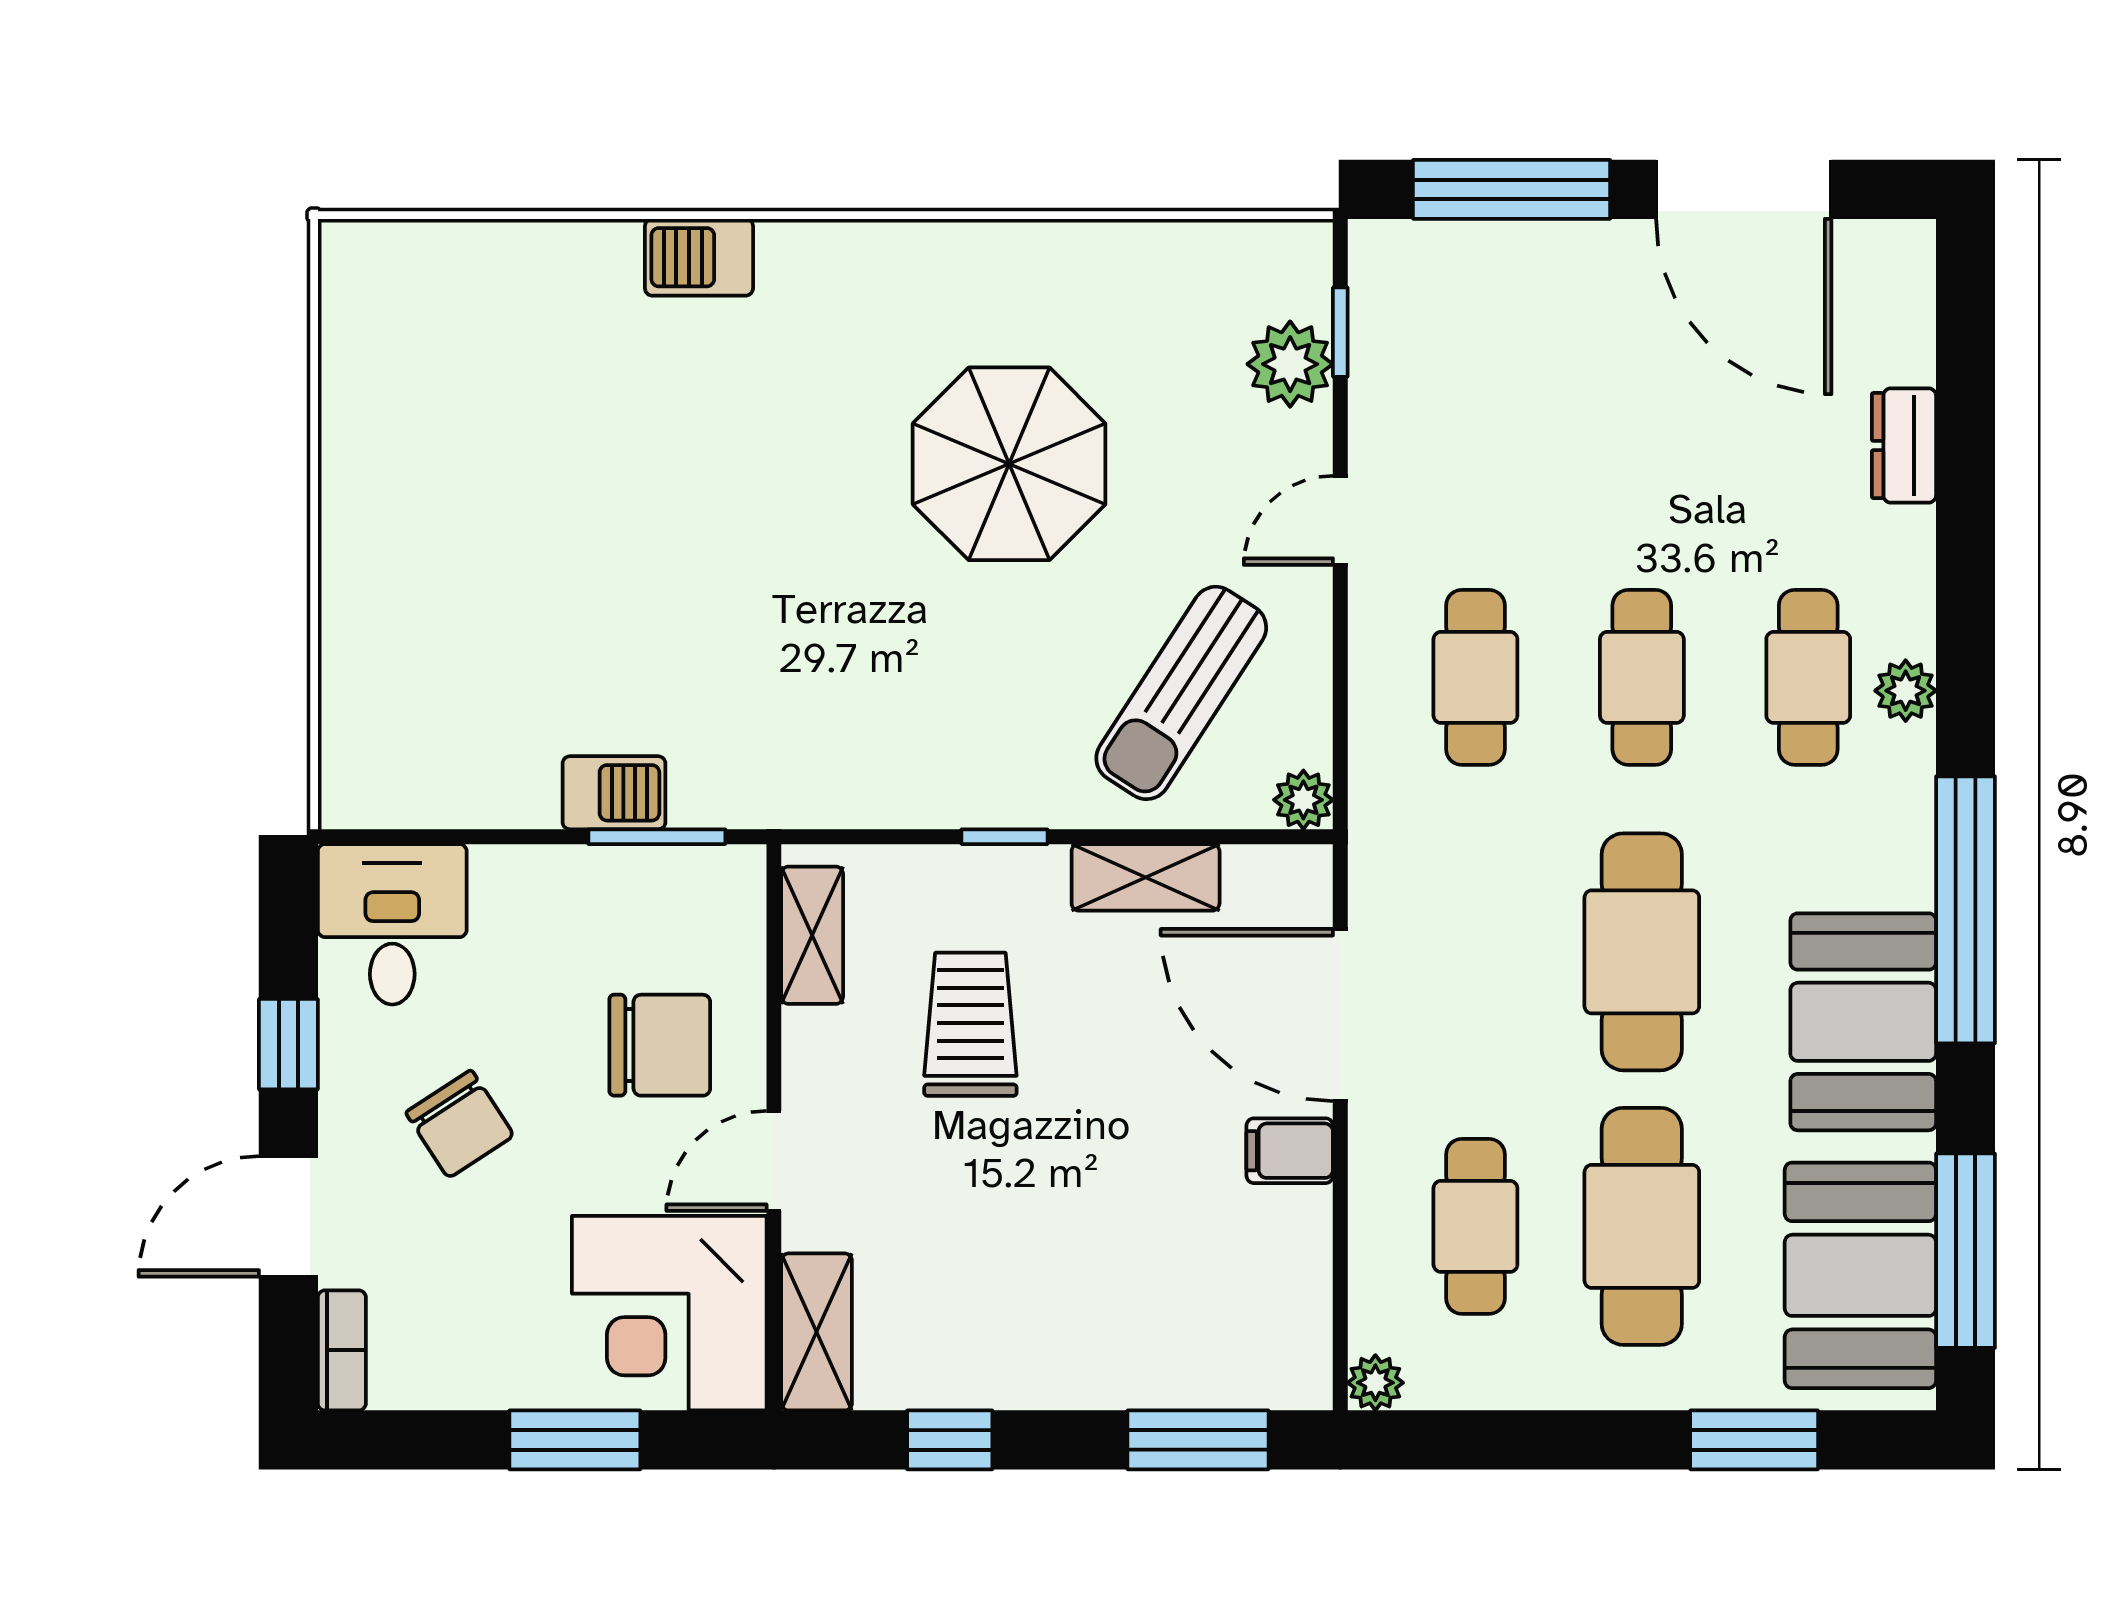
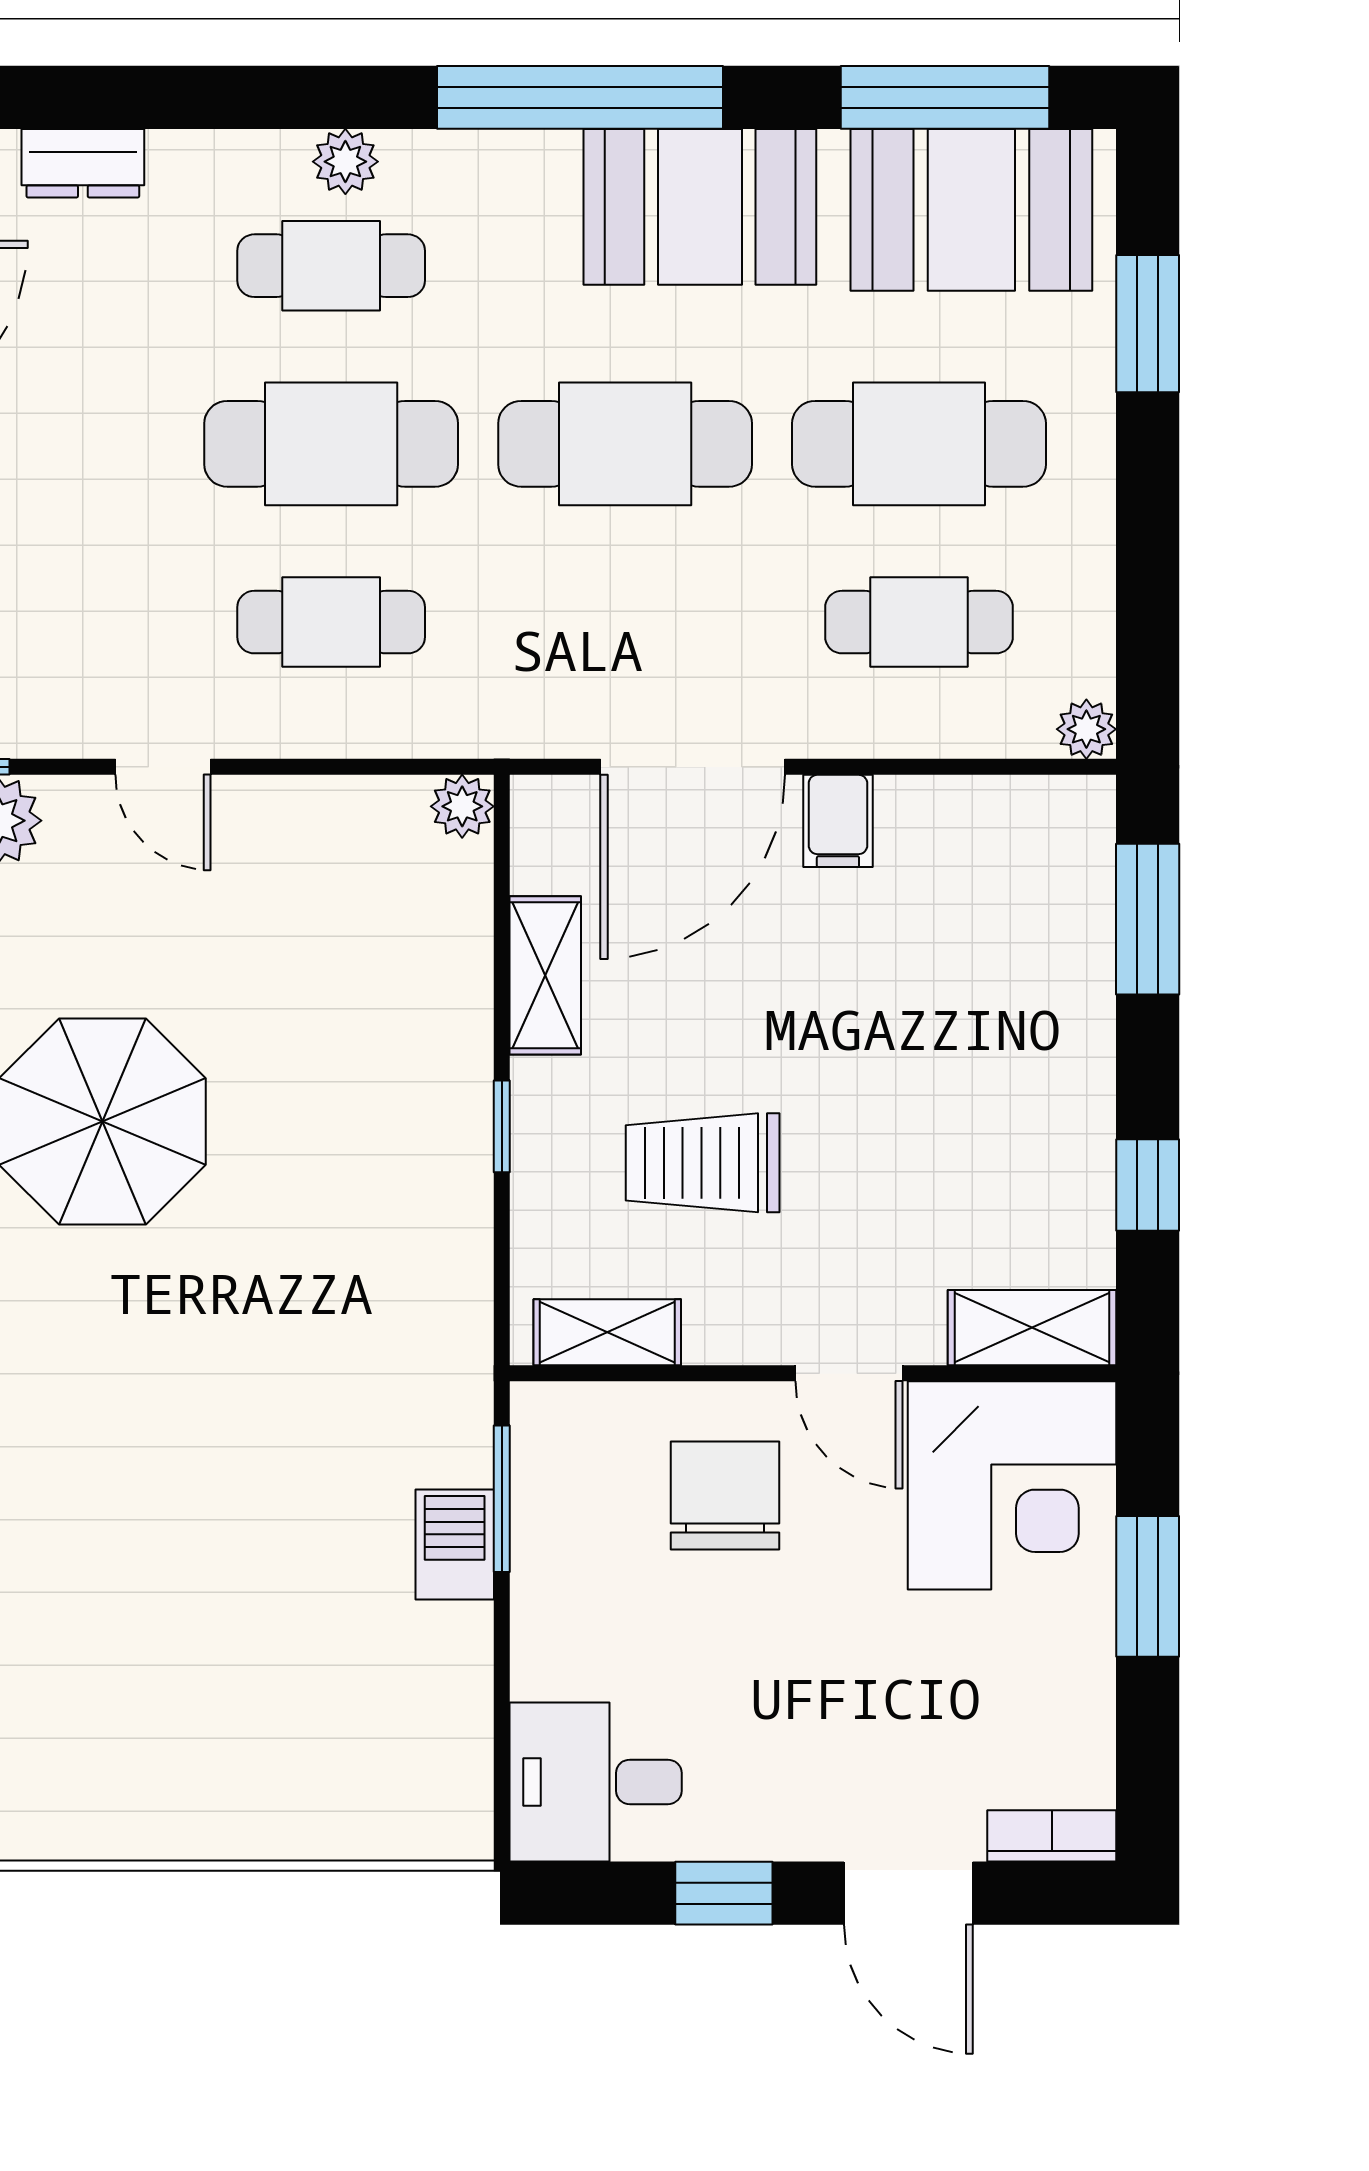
cafe table: (1642, 677) -> (331, 444), width x1.37, depth x1.35
sun lounger: (1181, 693) -> (348, 937), removed
chair: (460, 1124) -> (809, 1710), removed

